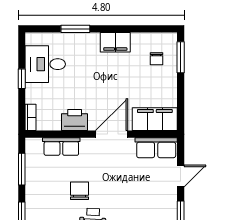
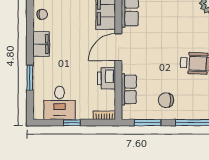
chair: (156, 59) -> (42, 14), moved
door: (112, 134) -> (118, 47), hinge flipped
chair: (79, 191) -> (166, 100), moved

